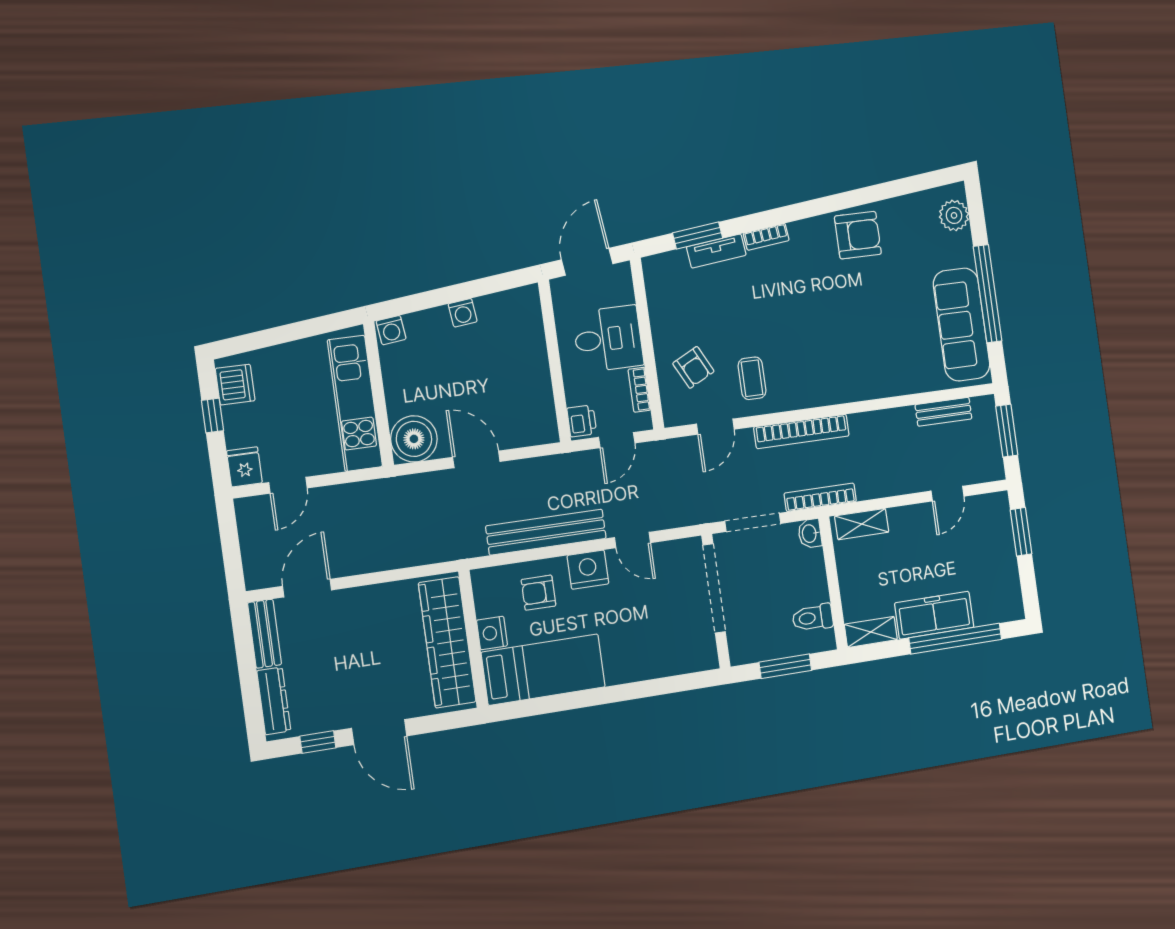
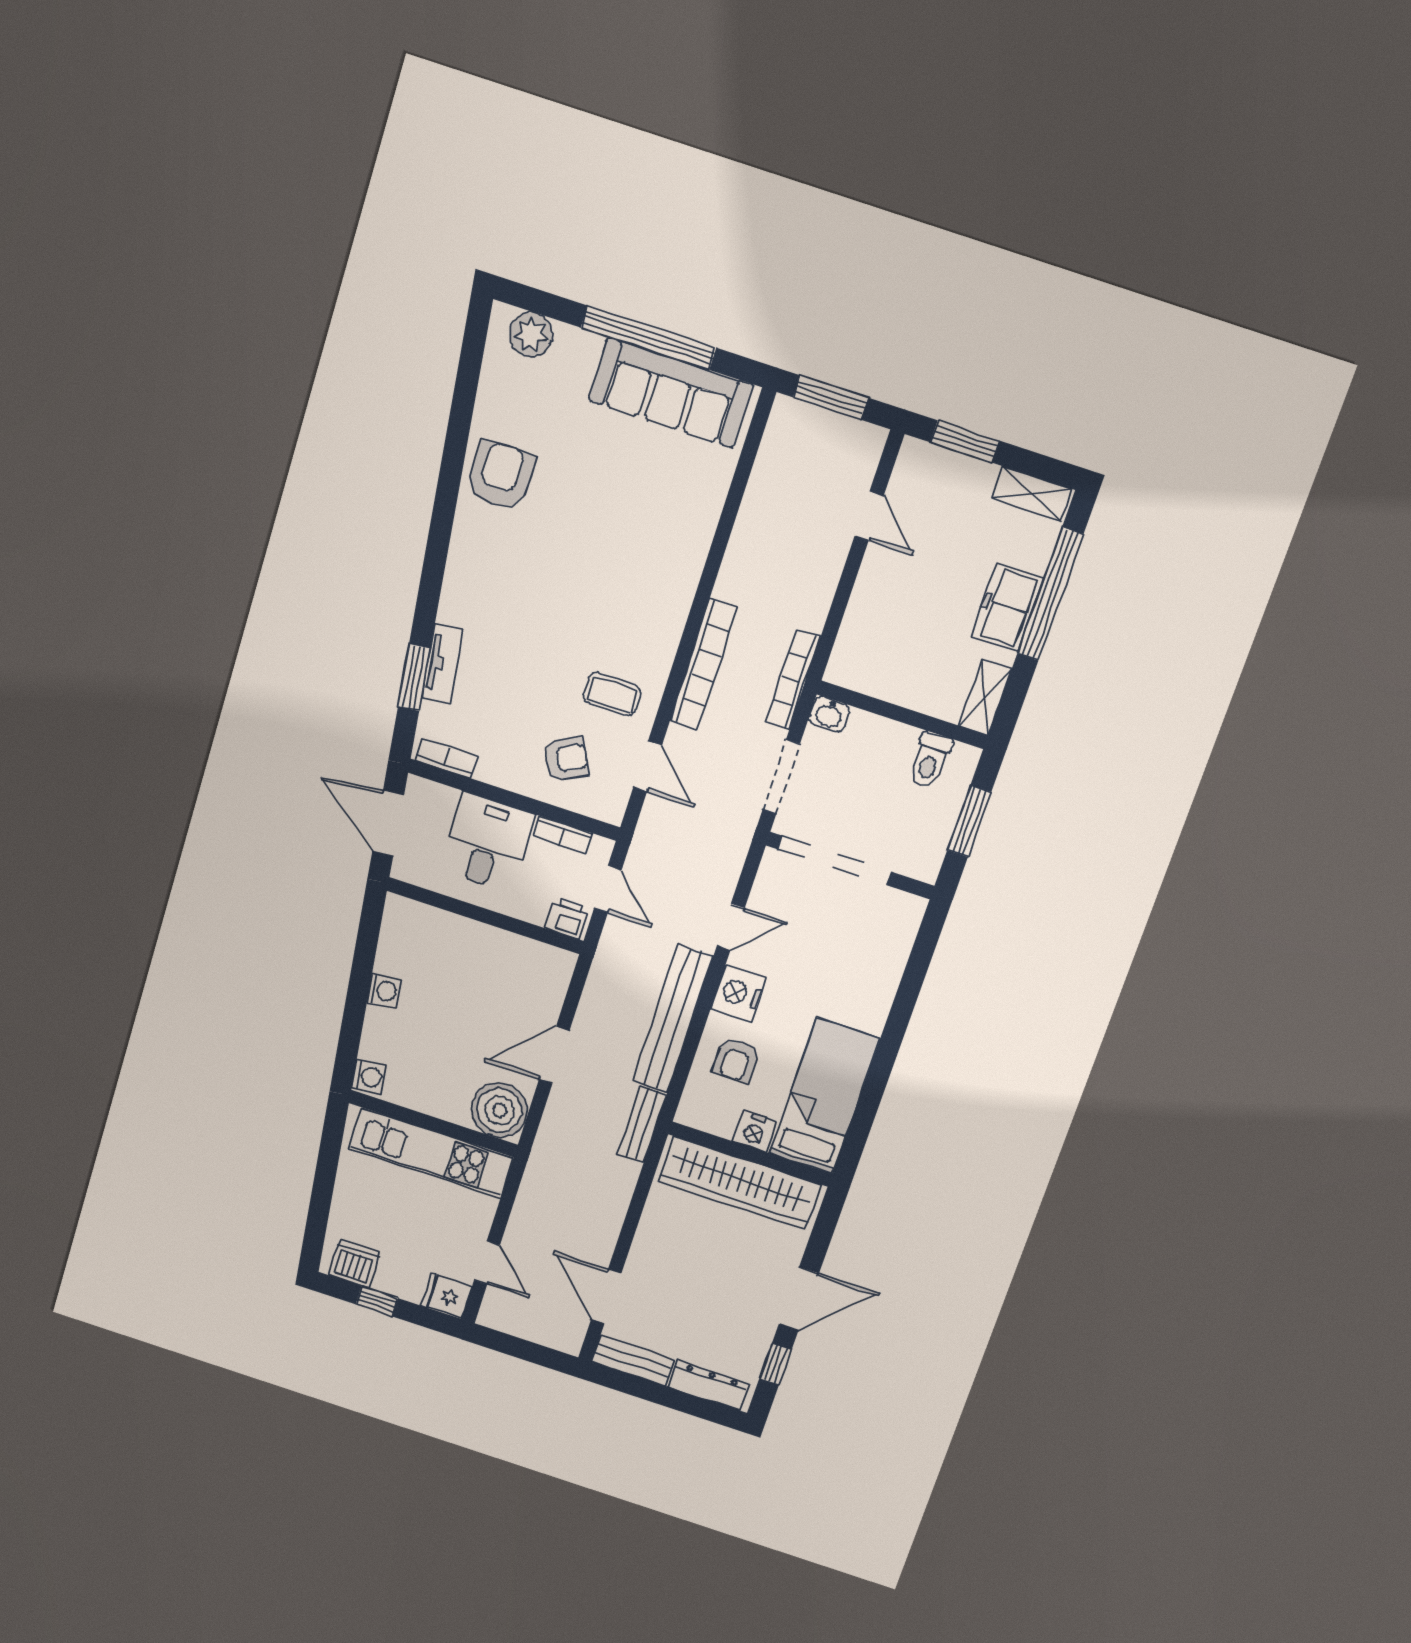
bookcase: (766, 237) -> (446, 758), moved, turned -84
bench: (943, 412) -> (642, 1124), moved
shelving: (862, 524) -> (1032, 494), moved, turned 90
freezer: (934, 615) -> (1007, 607), width x0.71

